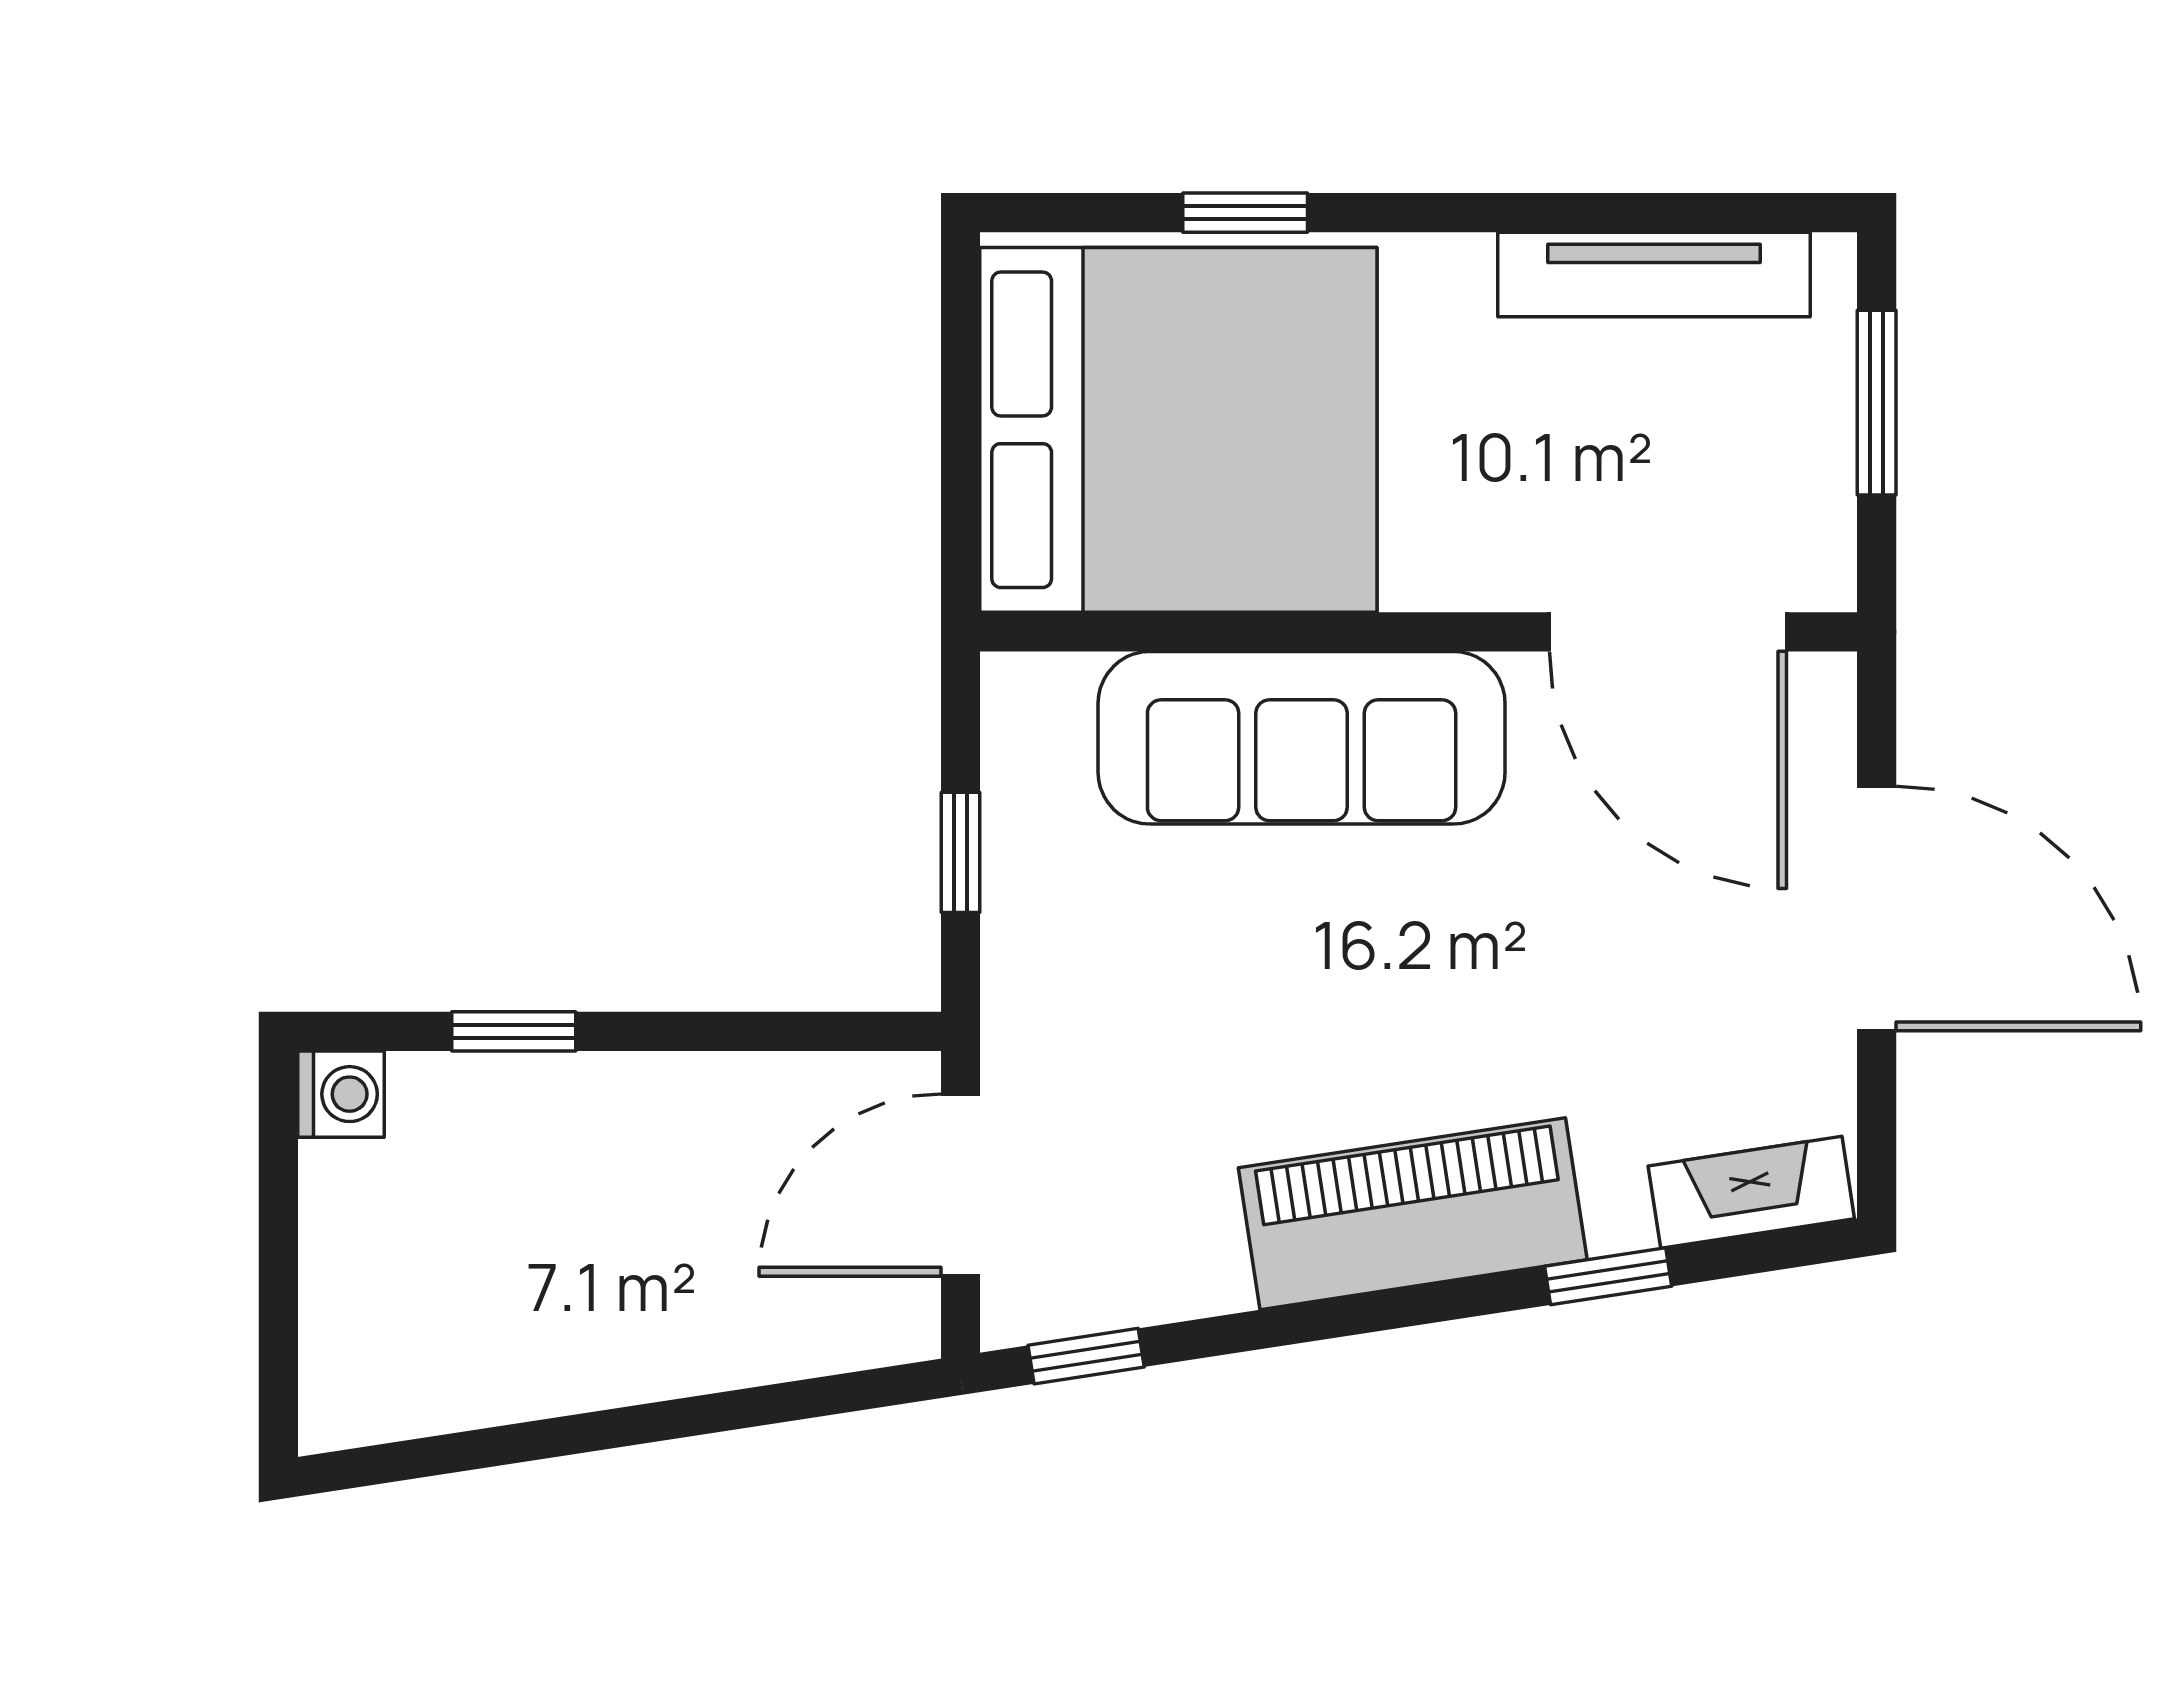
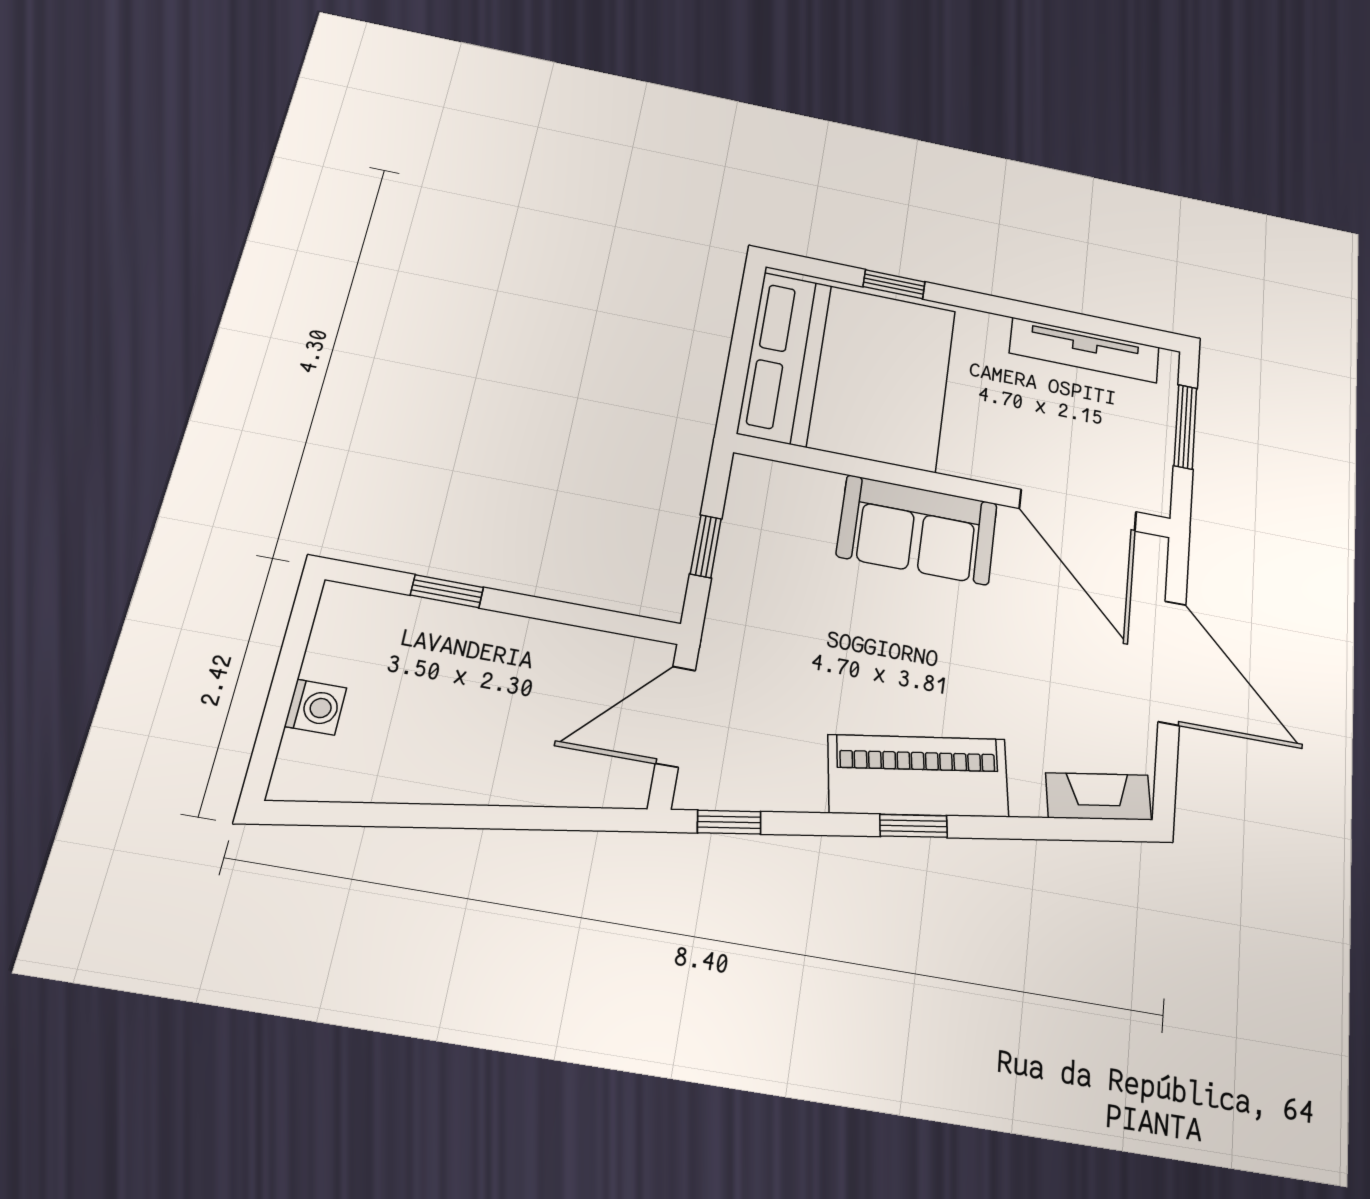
sofa: (1302, 738) -> (917, 530), width x0.73
washing machine: (341, 1094) -> (316, 707), moved
window: (1608, 1276) -> (914, 826), moved

